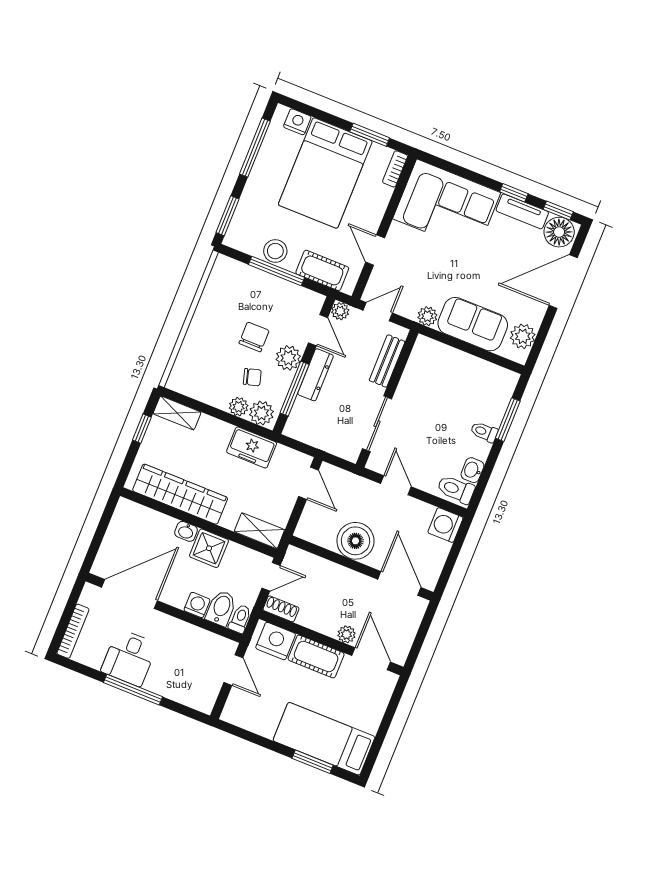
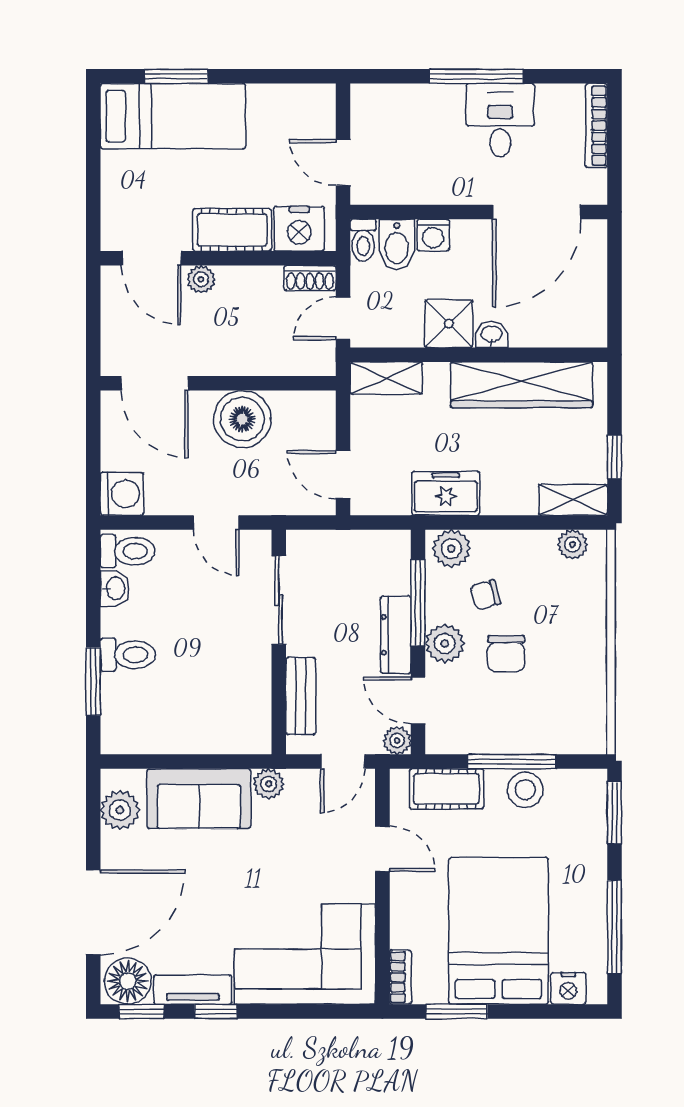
plant: (239, 407) -> (572, 544), moved
toilet: (484, 432) -> (128, 655), width x1.37, depth x1.39

